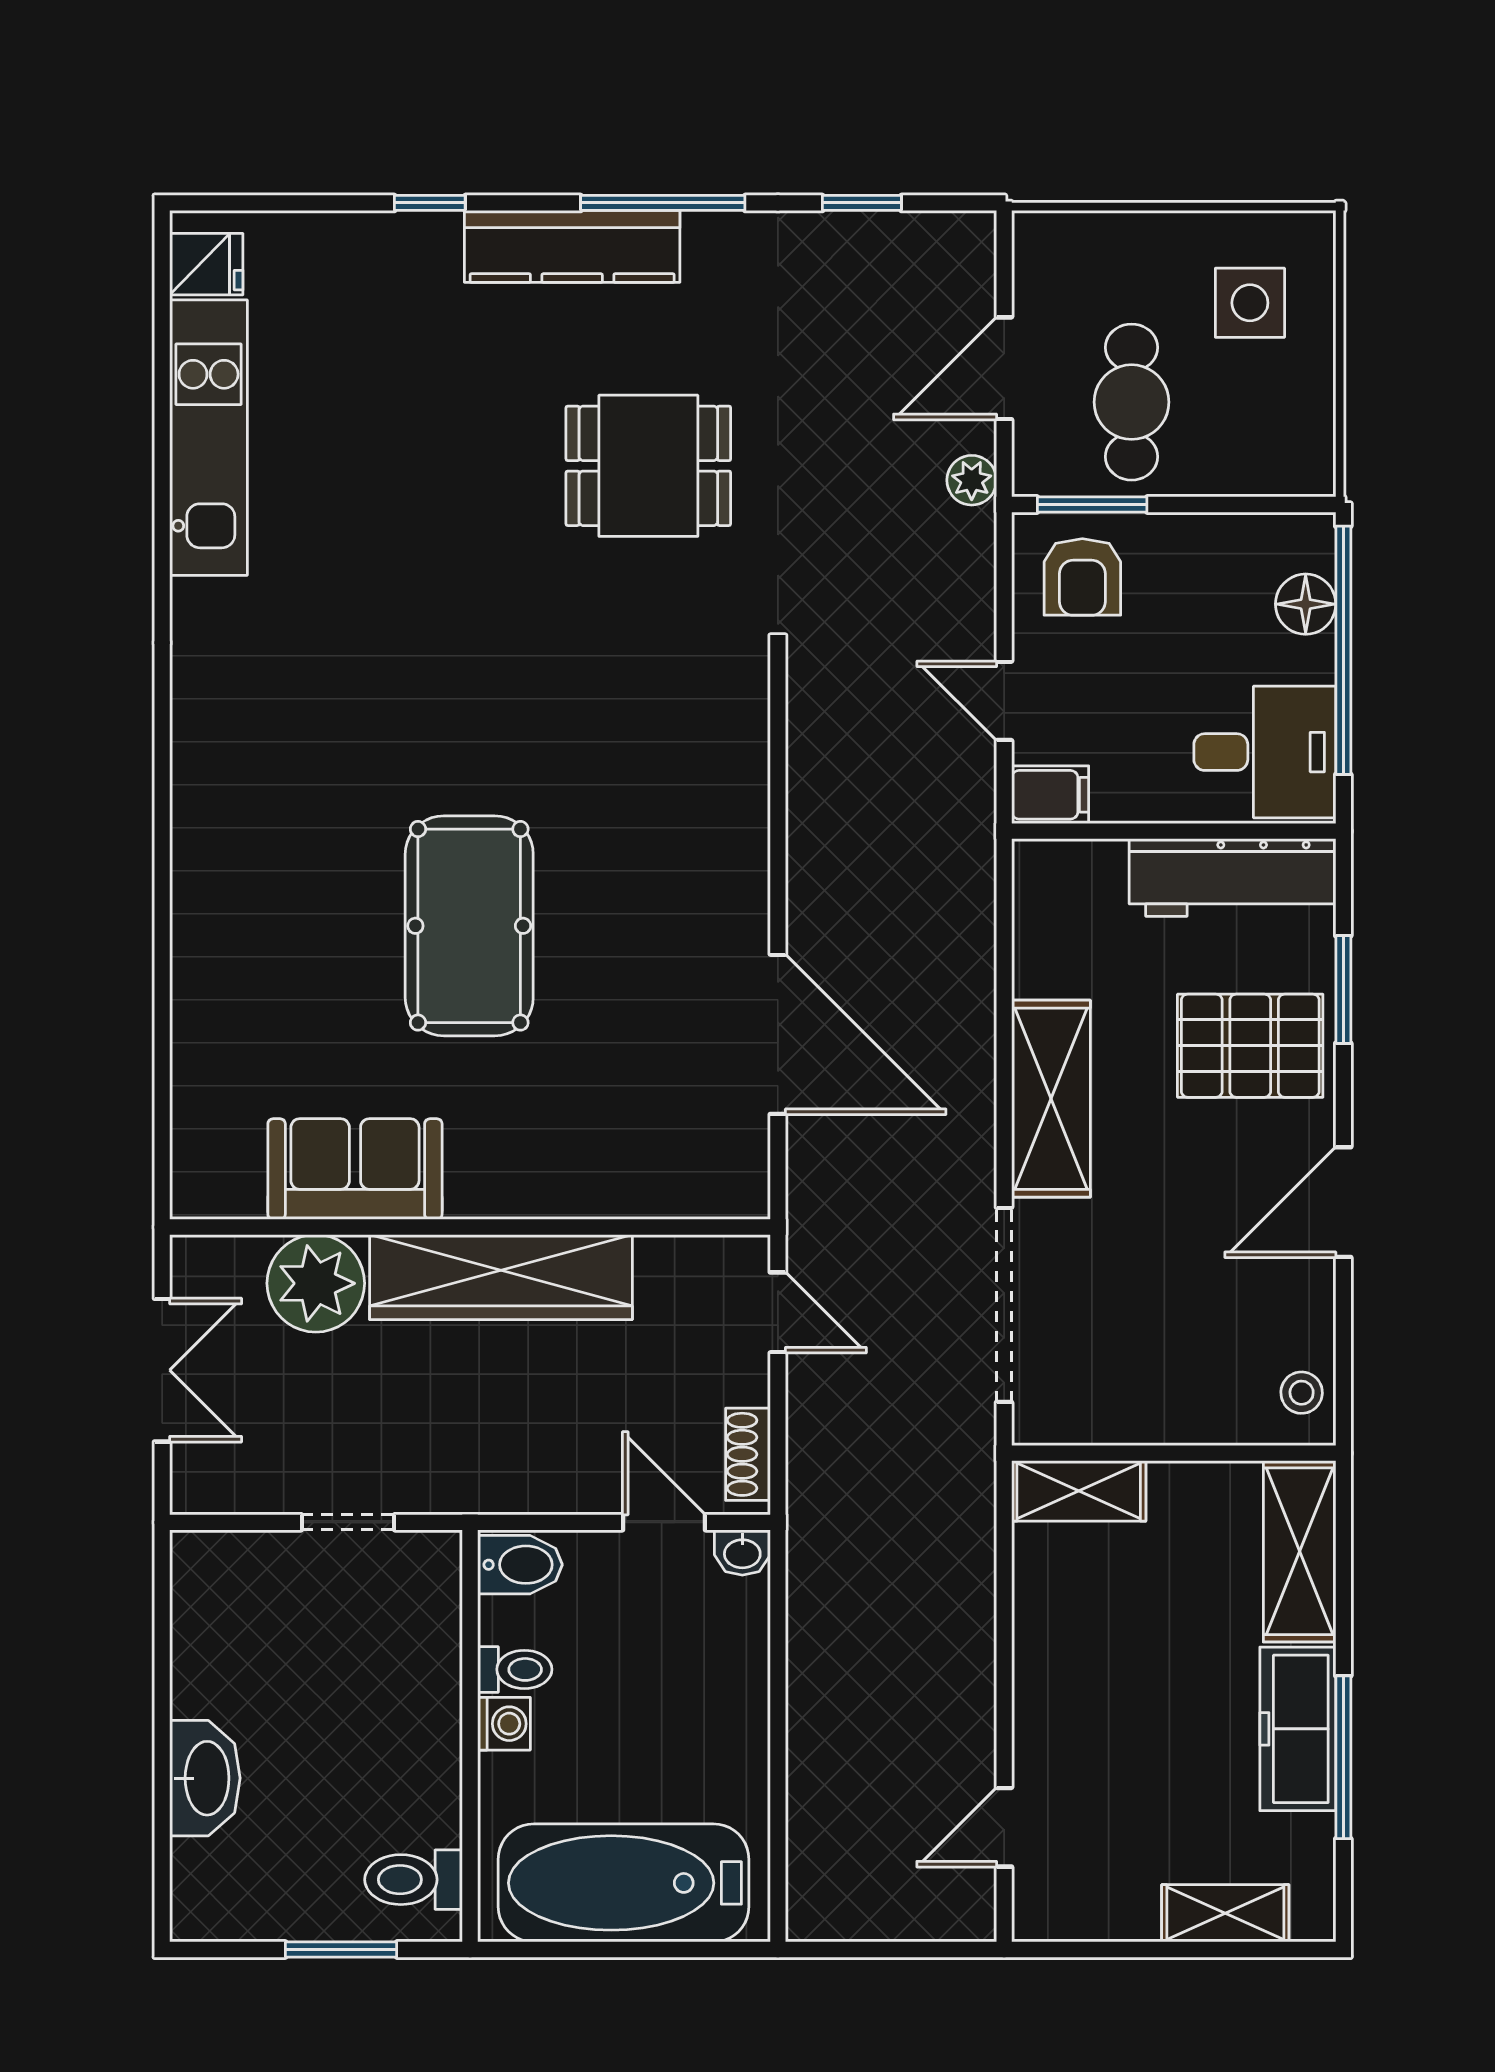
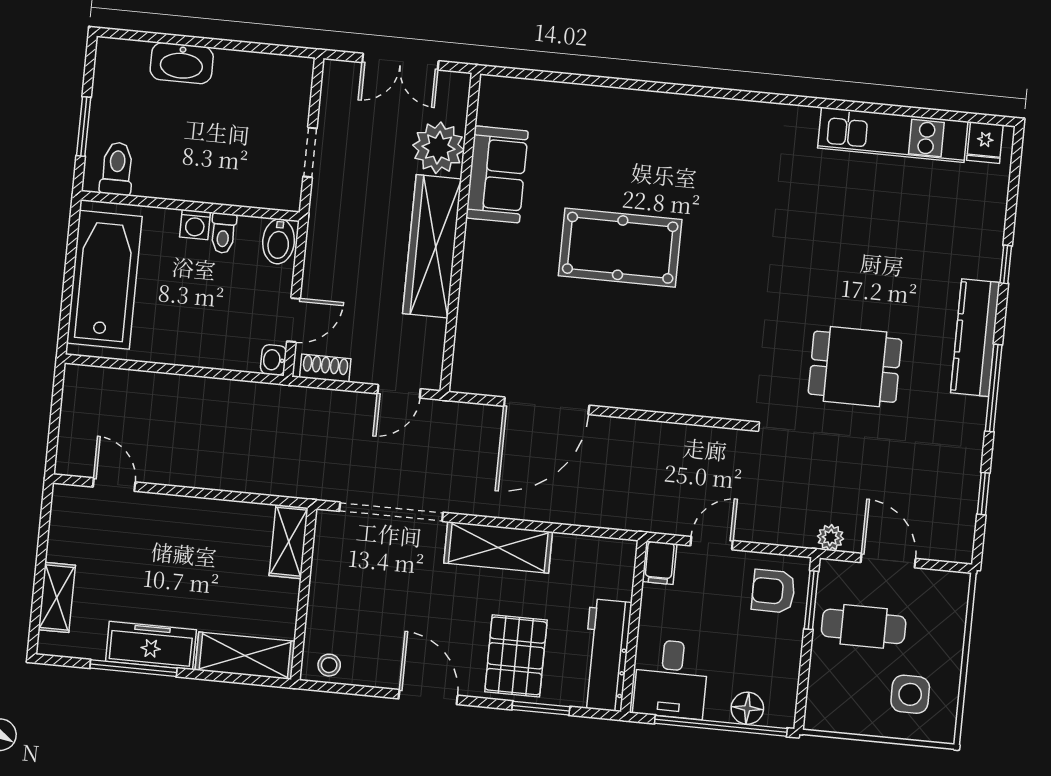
dining table: (648, 466) -> (855, 367), turned 90

